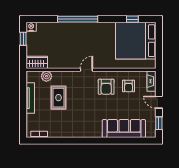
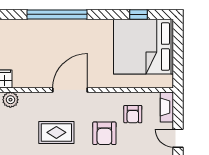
door: (86, 70) -> (70, 90), width x1.87
armchair: (106, 87) -> (104, 133), moved
rug: (58, 98) -> (56, 132), moved, turned 90

